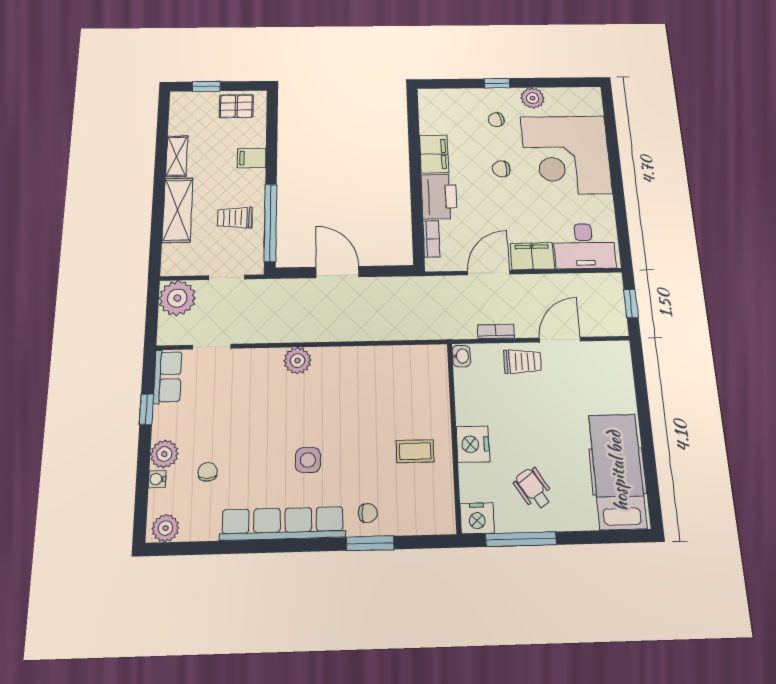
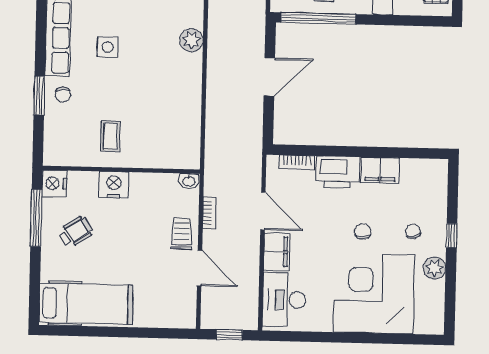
trolley: (522, 362) -> (182, 233), turned 180

